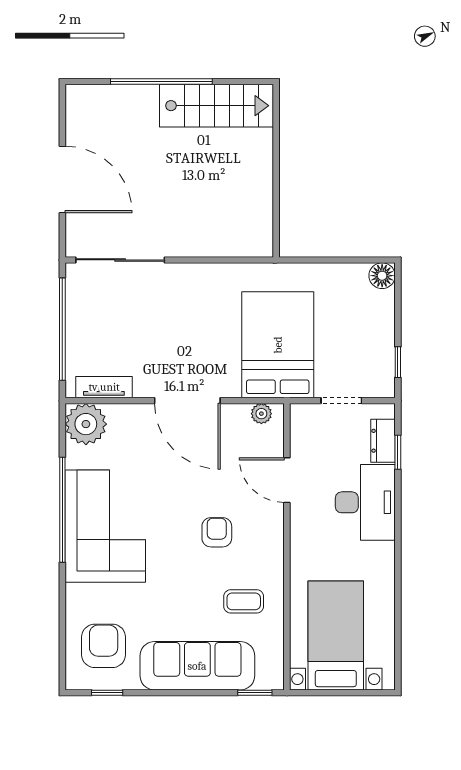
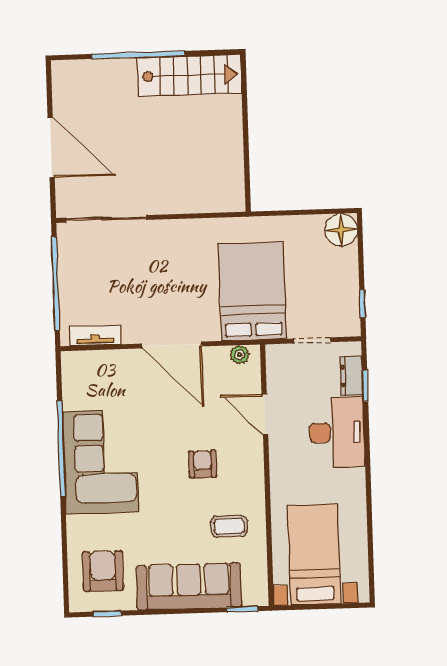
floor lamp: (382, 276) -> (341, 230), width x1.38, depth x1.38
plant: (86, 424) -> (80, 369), removed

